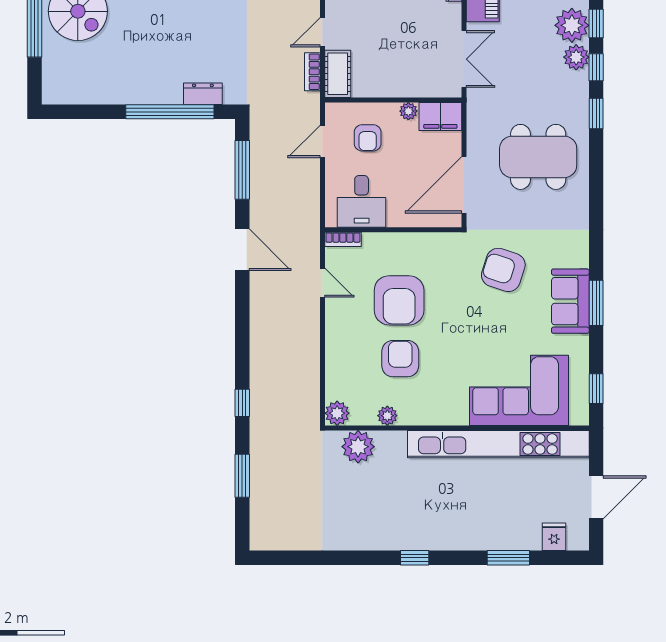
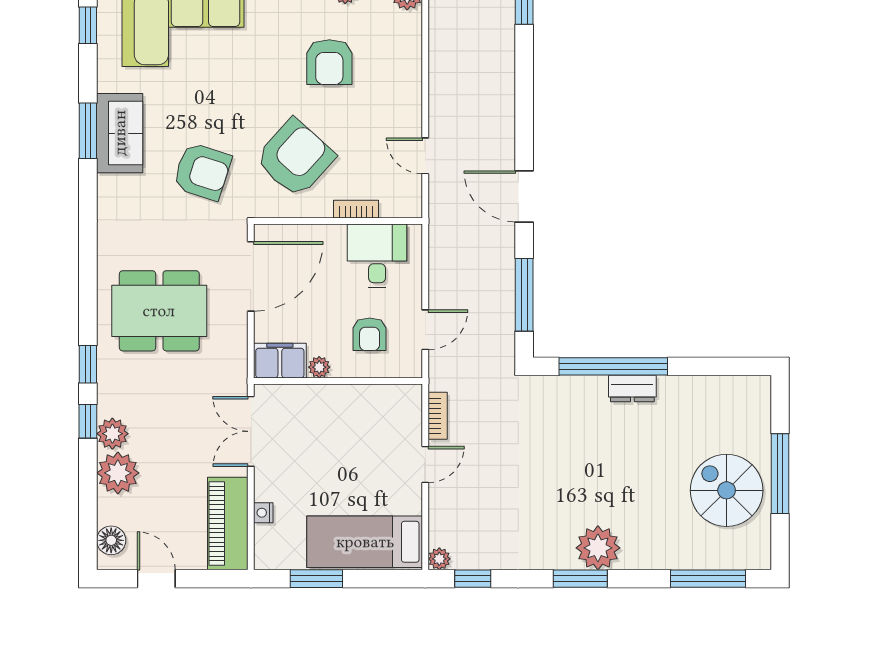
window: (596, 24) -> (88, 475), removed
cot: (338, 74) -> (406, 413), removed
dresser: (203, 94) -> (632, 389), moved
armchair: (368, 138) -> (370, 334), turned 180
bookcase: (343, 239) -> (356, 209), moved
armchair: (399, 300) -> (295, 158), moved, turned 42

